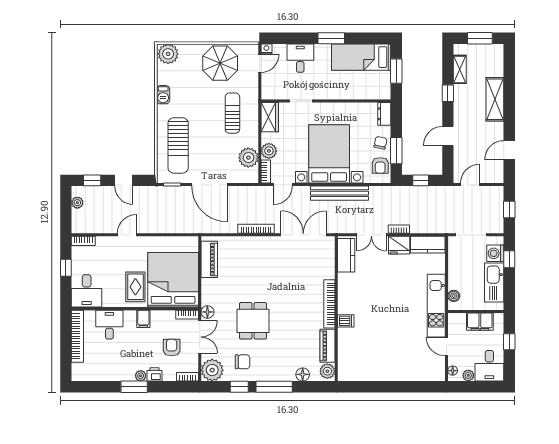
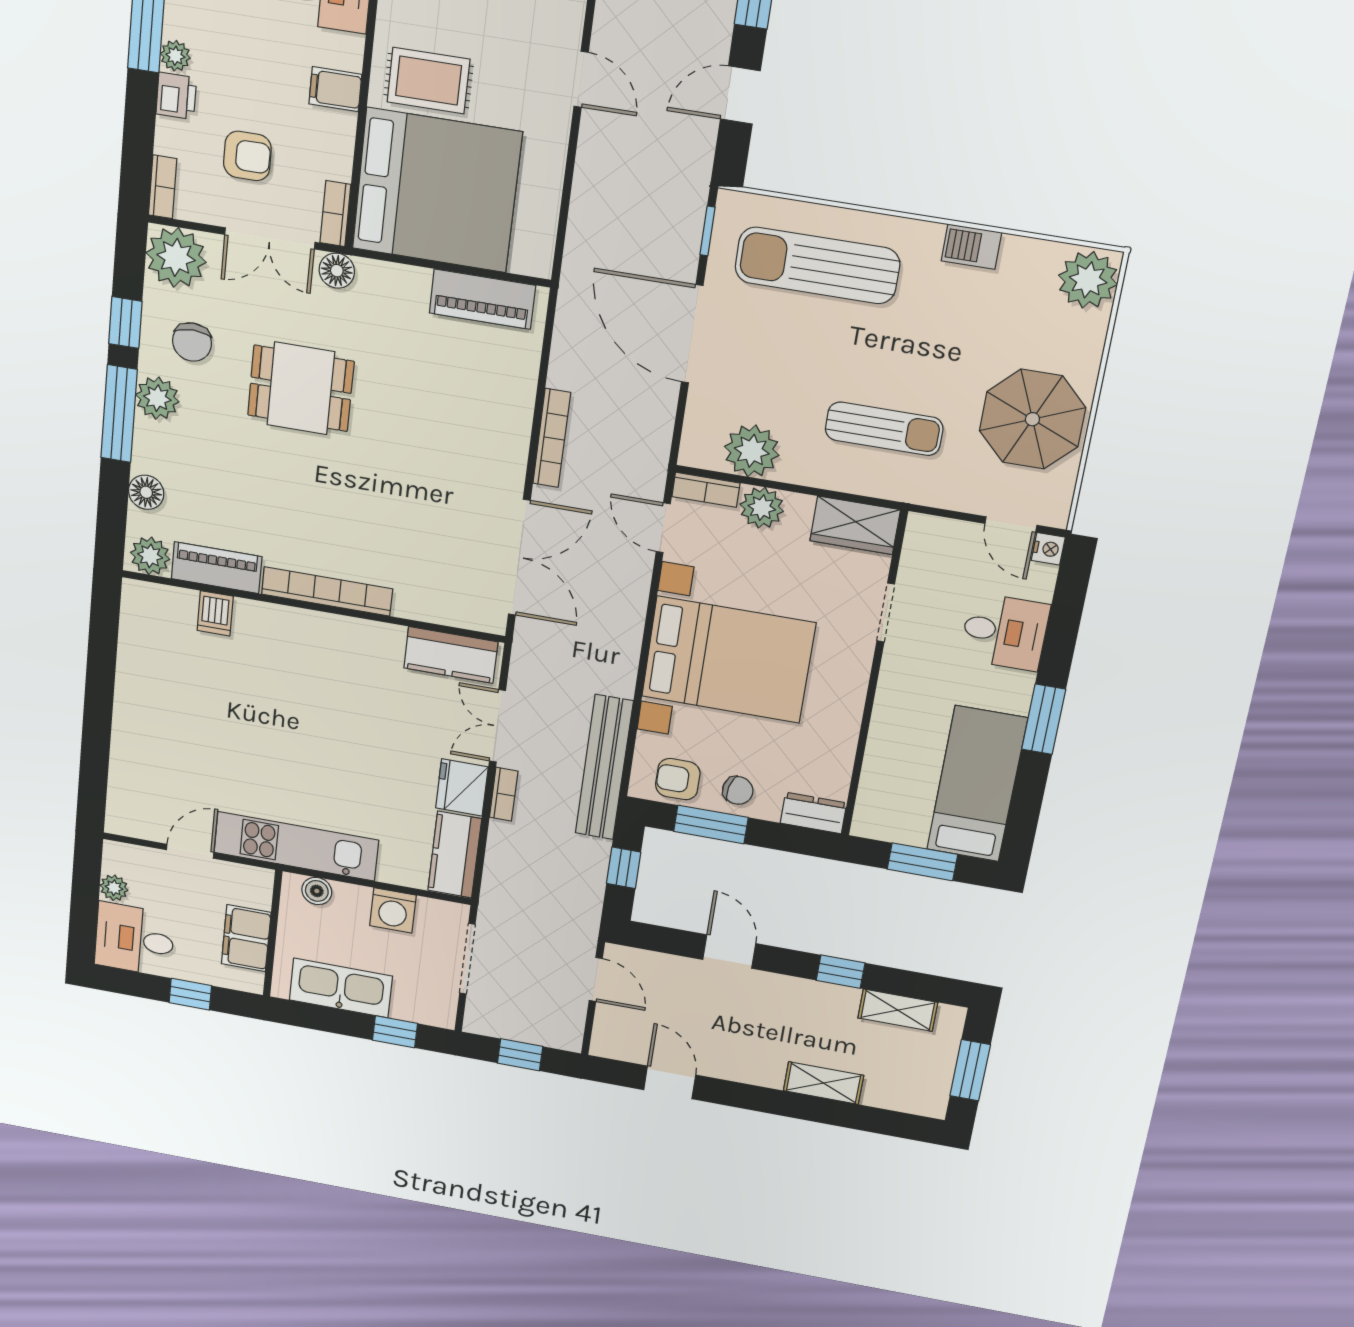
shelving: (495, 99) -> (823, 1083), width x0.67, depth x0.75
door: (209, 185) -> (692, 334), hinge flipped
bench: (340, 193) -> (604, 767), moved
washing machine: (495, 253) -> (393, 910), moved, turned 180
dishwasher: (346, 321) -> (215, 613), moved
floor lamp: (453, 371) -> (129, 854), removed
plant: (266, 373) -> (157, 398), added

